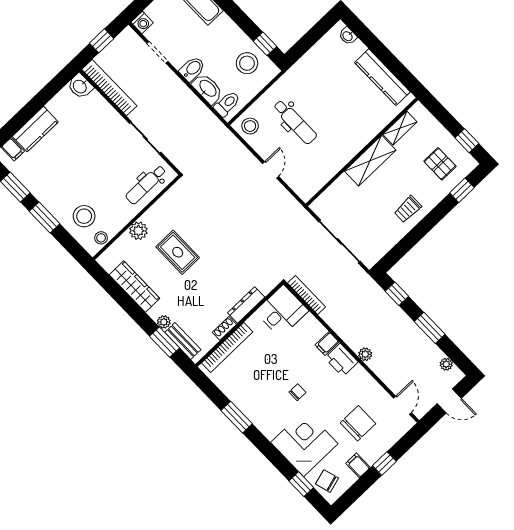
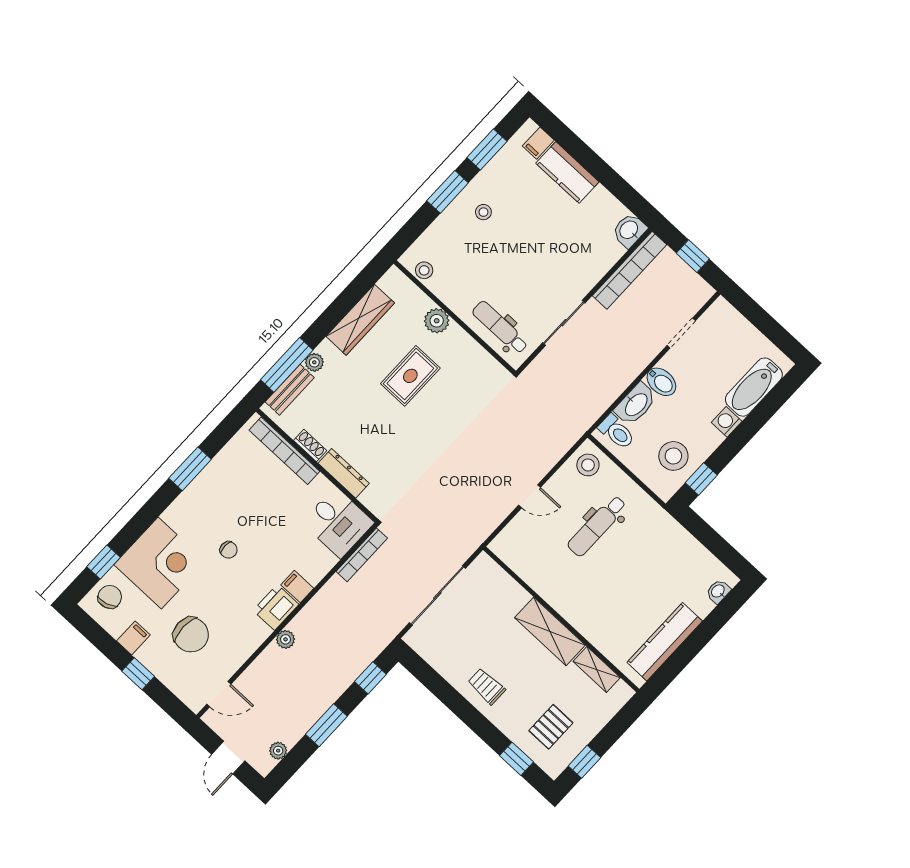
washing machine: (142, 22) -> (727, 422), moved, turned 90
stool: (84, 216) -> (483, 212), moved, width x0.53, depth x0.53
window: (165, 342) -> (287, 365), width x1.44

